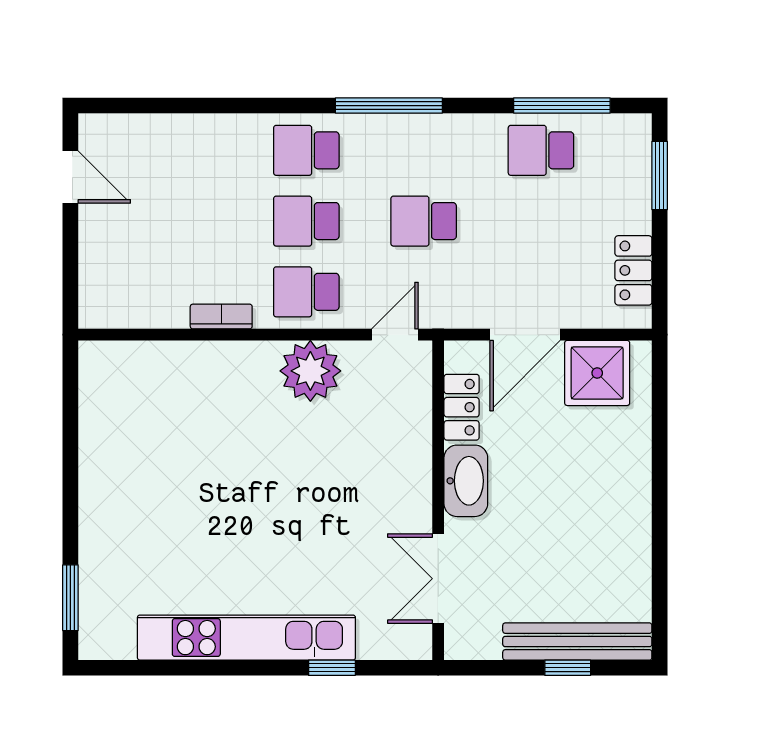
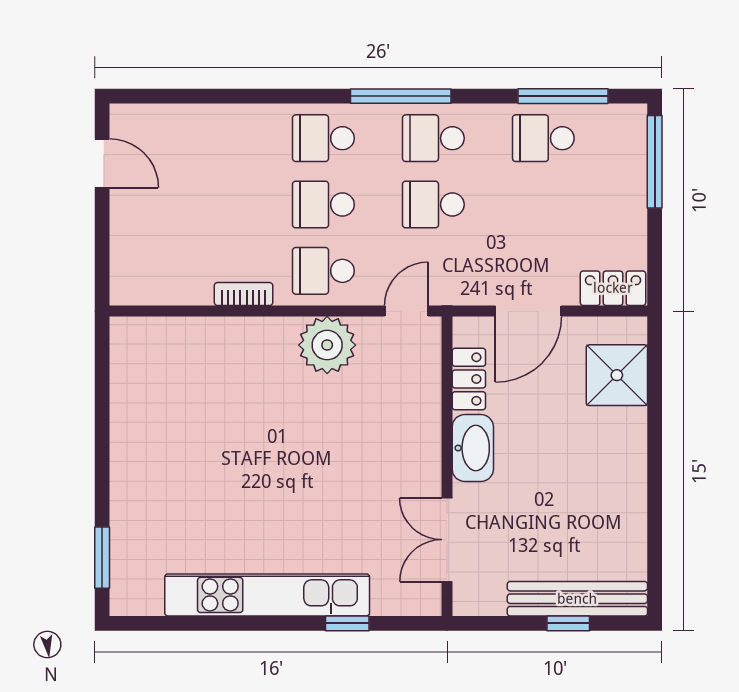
school desk: (424, 150) -> (433, 138), added
window: (660, 175) -> (655, 162), width x1.44
locker: (633, 270) -> (613, 288), moved, turned 90
shower: (597, 373) -> (617, 375), moved

